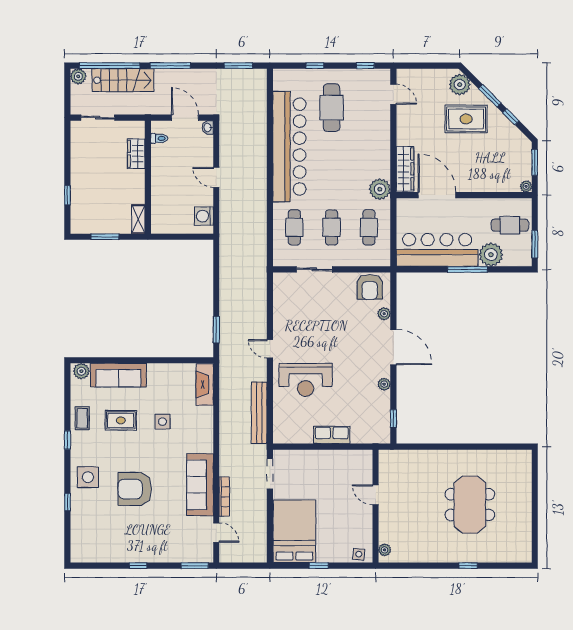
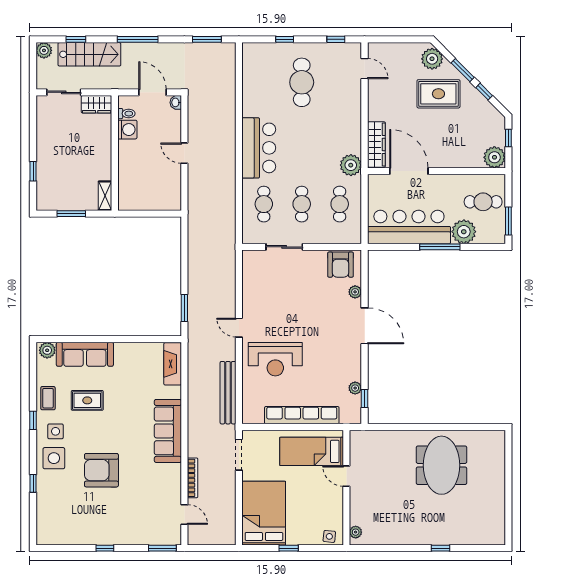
window: (110, 66) -> (76, 39), width x0.32
bar counter: (289, 147) -> (259, 148), width x0.54
wardrobe: (136, 154) -> (97, 104), moved, turned -90
window: (535, 162) -> (508, 138), width x0.67
plant: (526, 186) -> (494, 157), width x1.88, depth x1.88
washing machine: (204, 216) -> (127, 130), moved, turned 180
plant: (384, 384) -> (355, 388), moved
side table: (163, 422) -> (56, 431), moved
row of seats: (332, 435) -> (302, 415), width x2.02
bed: (341, 471) -> (312, 451), added
sofa: (200, 485) -> (168, 431), moved
meeting table: (470, 505) -> (441, 465), moved

